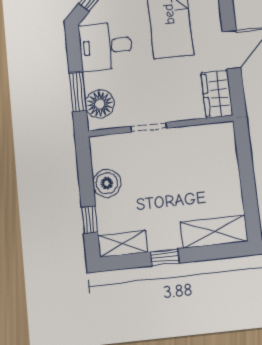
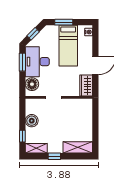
desk: (106, 46) -> (37, 62), width x1.37
window: (78, 92) -> (22, 62), moved

